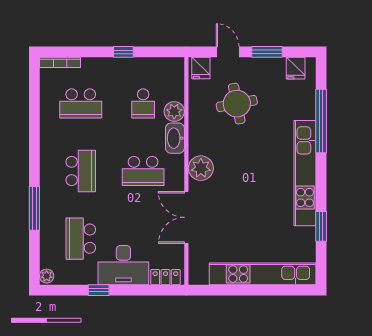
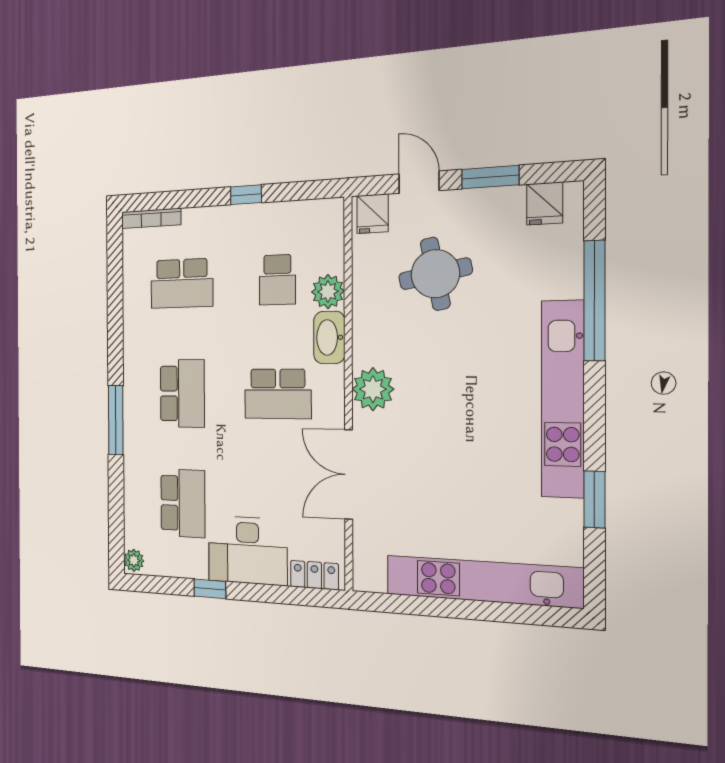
window: (34, 208) -> (116, 420), moved
school desk: (81, 239) -> (183, 503), turned 180

